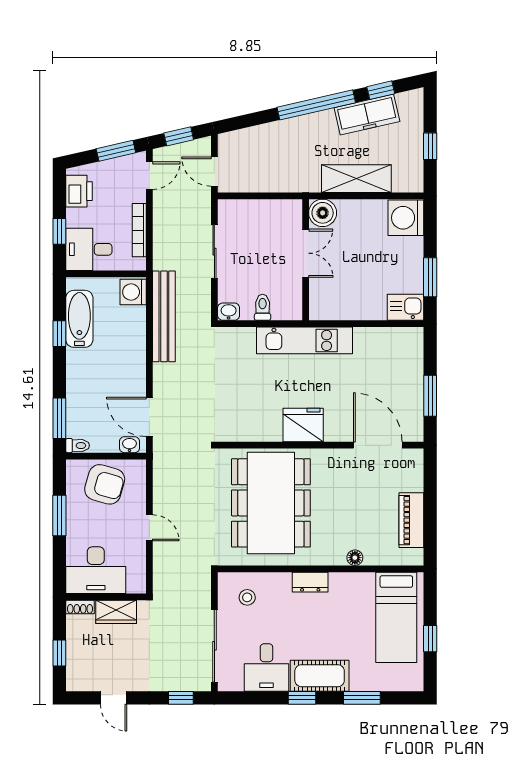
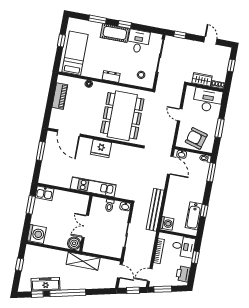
shelving: (356, 179) -> (83, 261), moved

